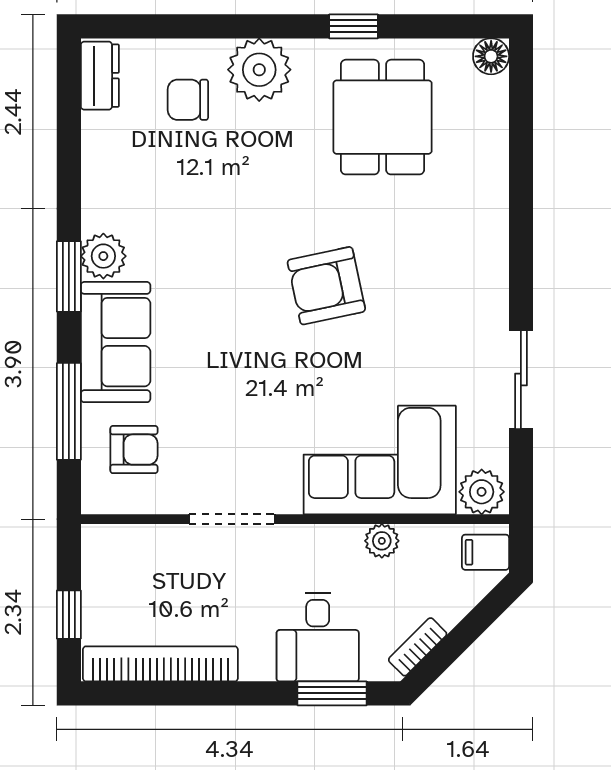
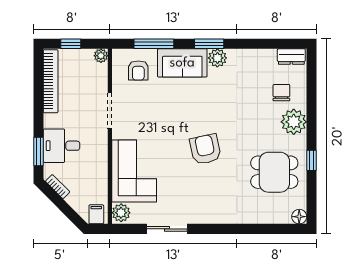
plant: (382, 541) -> (101, 56), moved

